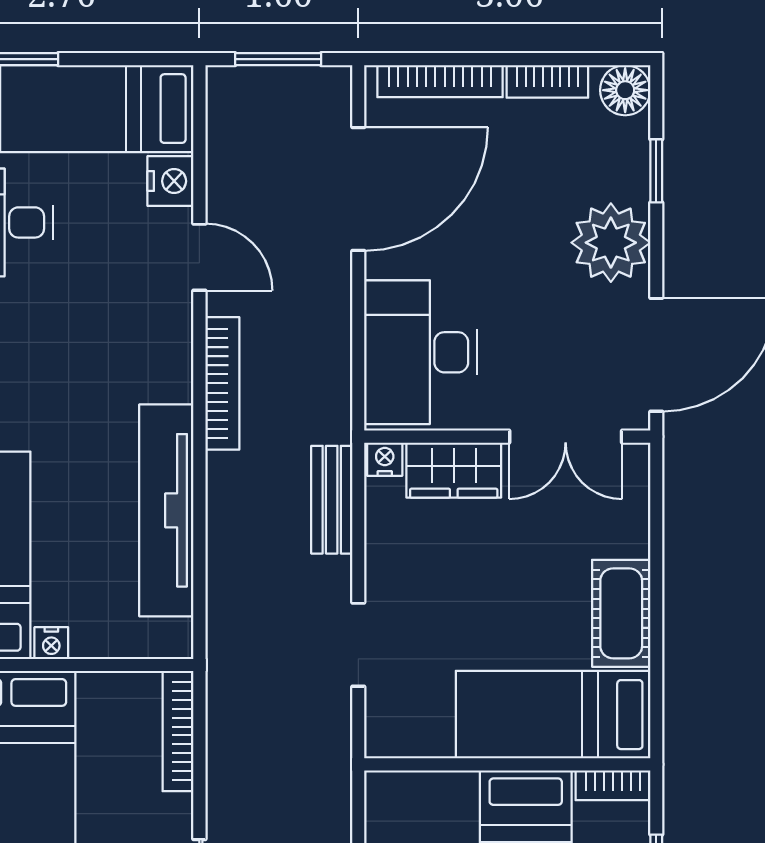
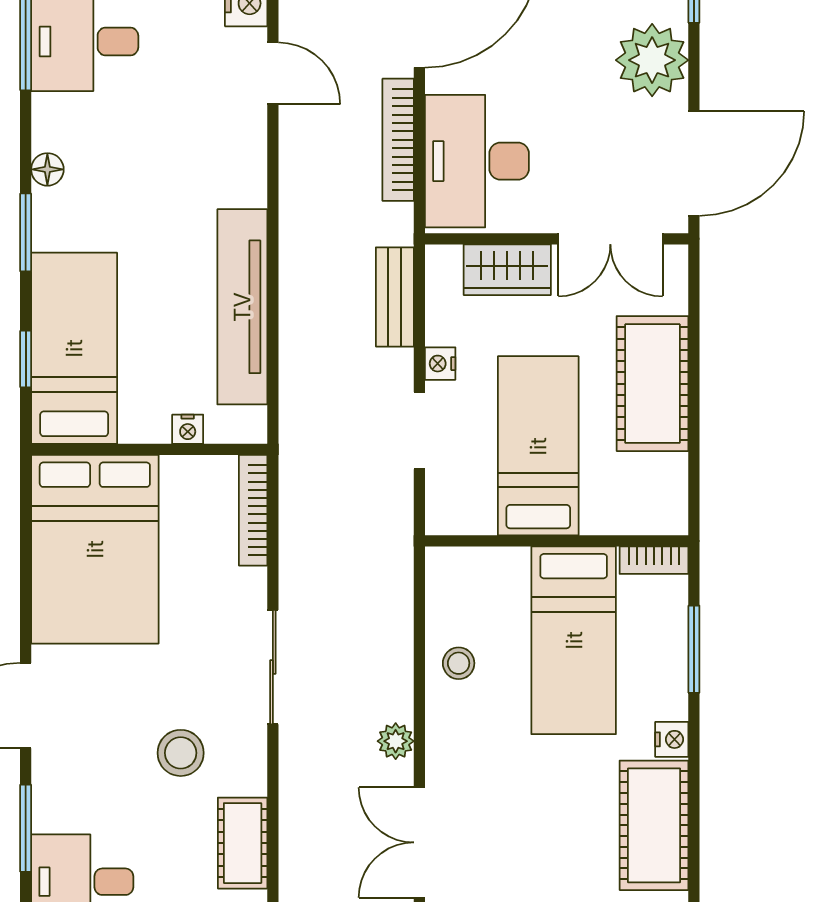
bookcase: (222, 383) -> (398, 140), moved, turned 180
nightstand: (385, 459) -> (440, 364), moved, turned -90
cot: (621, 613) -> (653, 384), width x1.37, depth x1.34
nightstand: (51, 643) -> (188, 429), moved
bed: (553, 715) -> (538, 446), moved, turned 90

